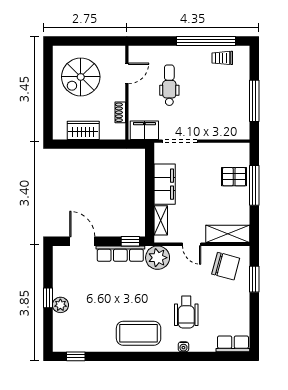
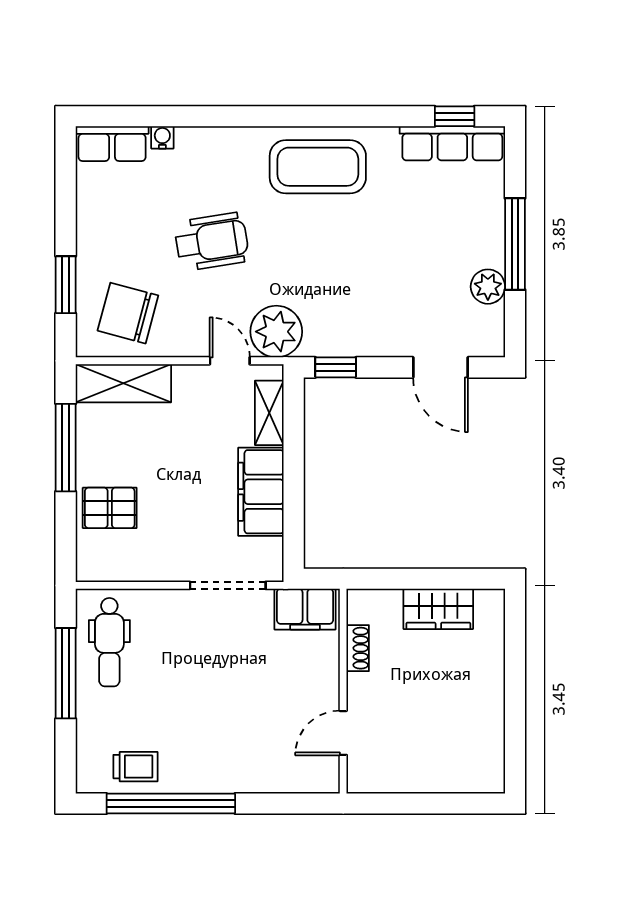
spiral stairs: (81, 77) -> (444, 725), removed
dental chair: (169, 85) -> (109, 642), moved
window: (254, 185) -> (66, 448), moved
door: (192, 244) -> (230, 361), moved
row of seats: (120, 254) -> (452, 143), moved, turned 180
window: (48, 298) -> (515, 244), width x2.17
plant: (60, 305) -> (488, 287), moved
wheelchair: (186, 312) -> (212, 242), moved, turned 81
water cooler: (183, 347) -> (162, 137), moved

